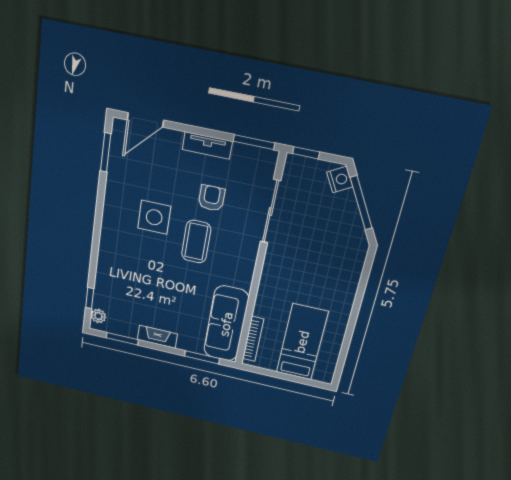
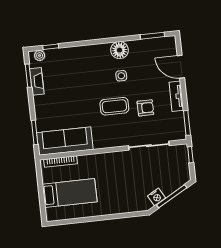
door: (145, 120) -> (181, 67), moved
nightstand: (340, 179) -> (157, 197), moved
floor lamp: (116, 208) -> (119, 50), added
side table: (154, 217) -> (121, 76), width x0.54, depth x0.54
fireplace: (157, 337) -> (37, 81), moved

